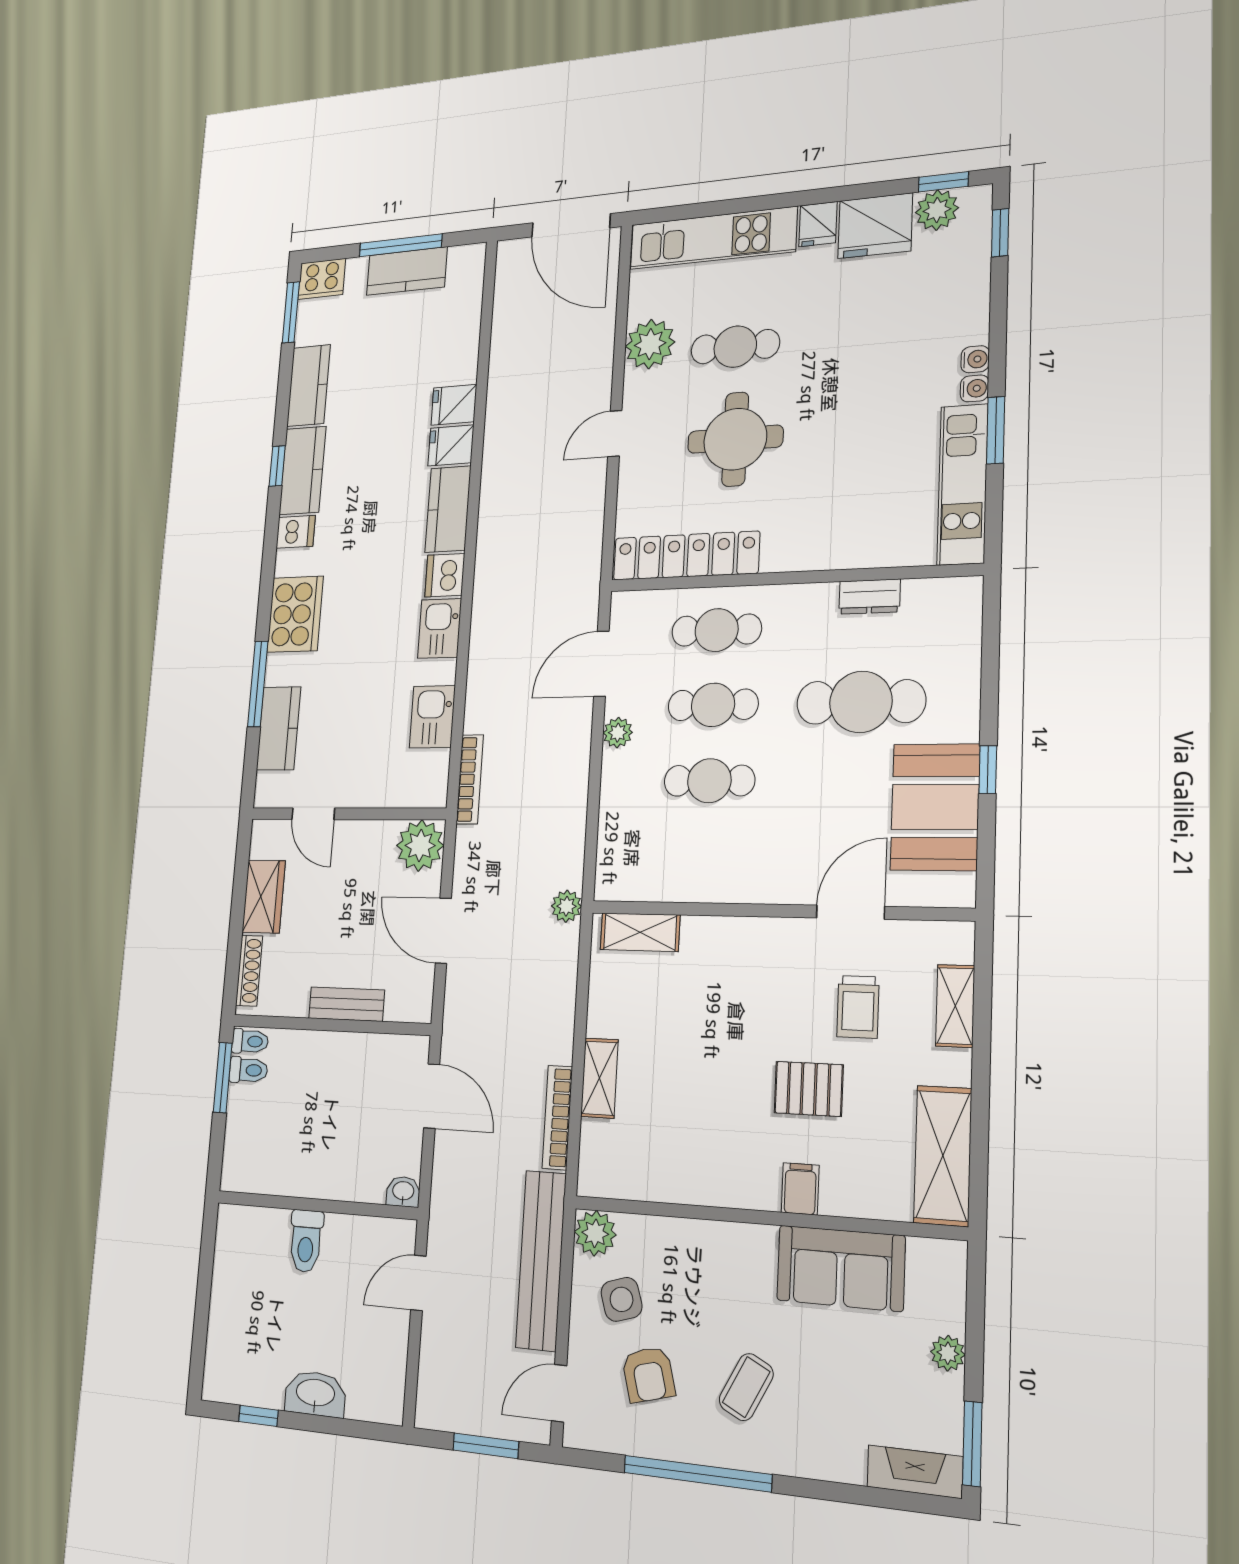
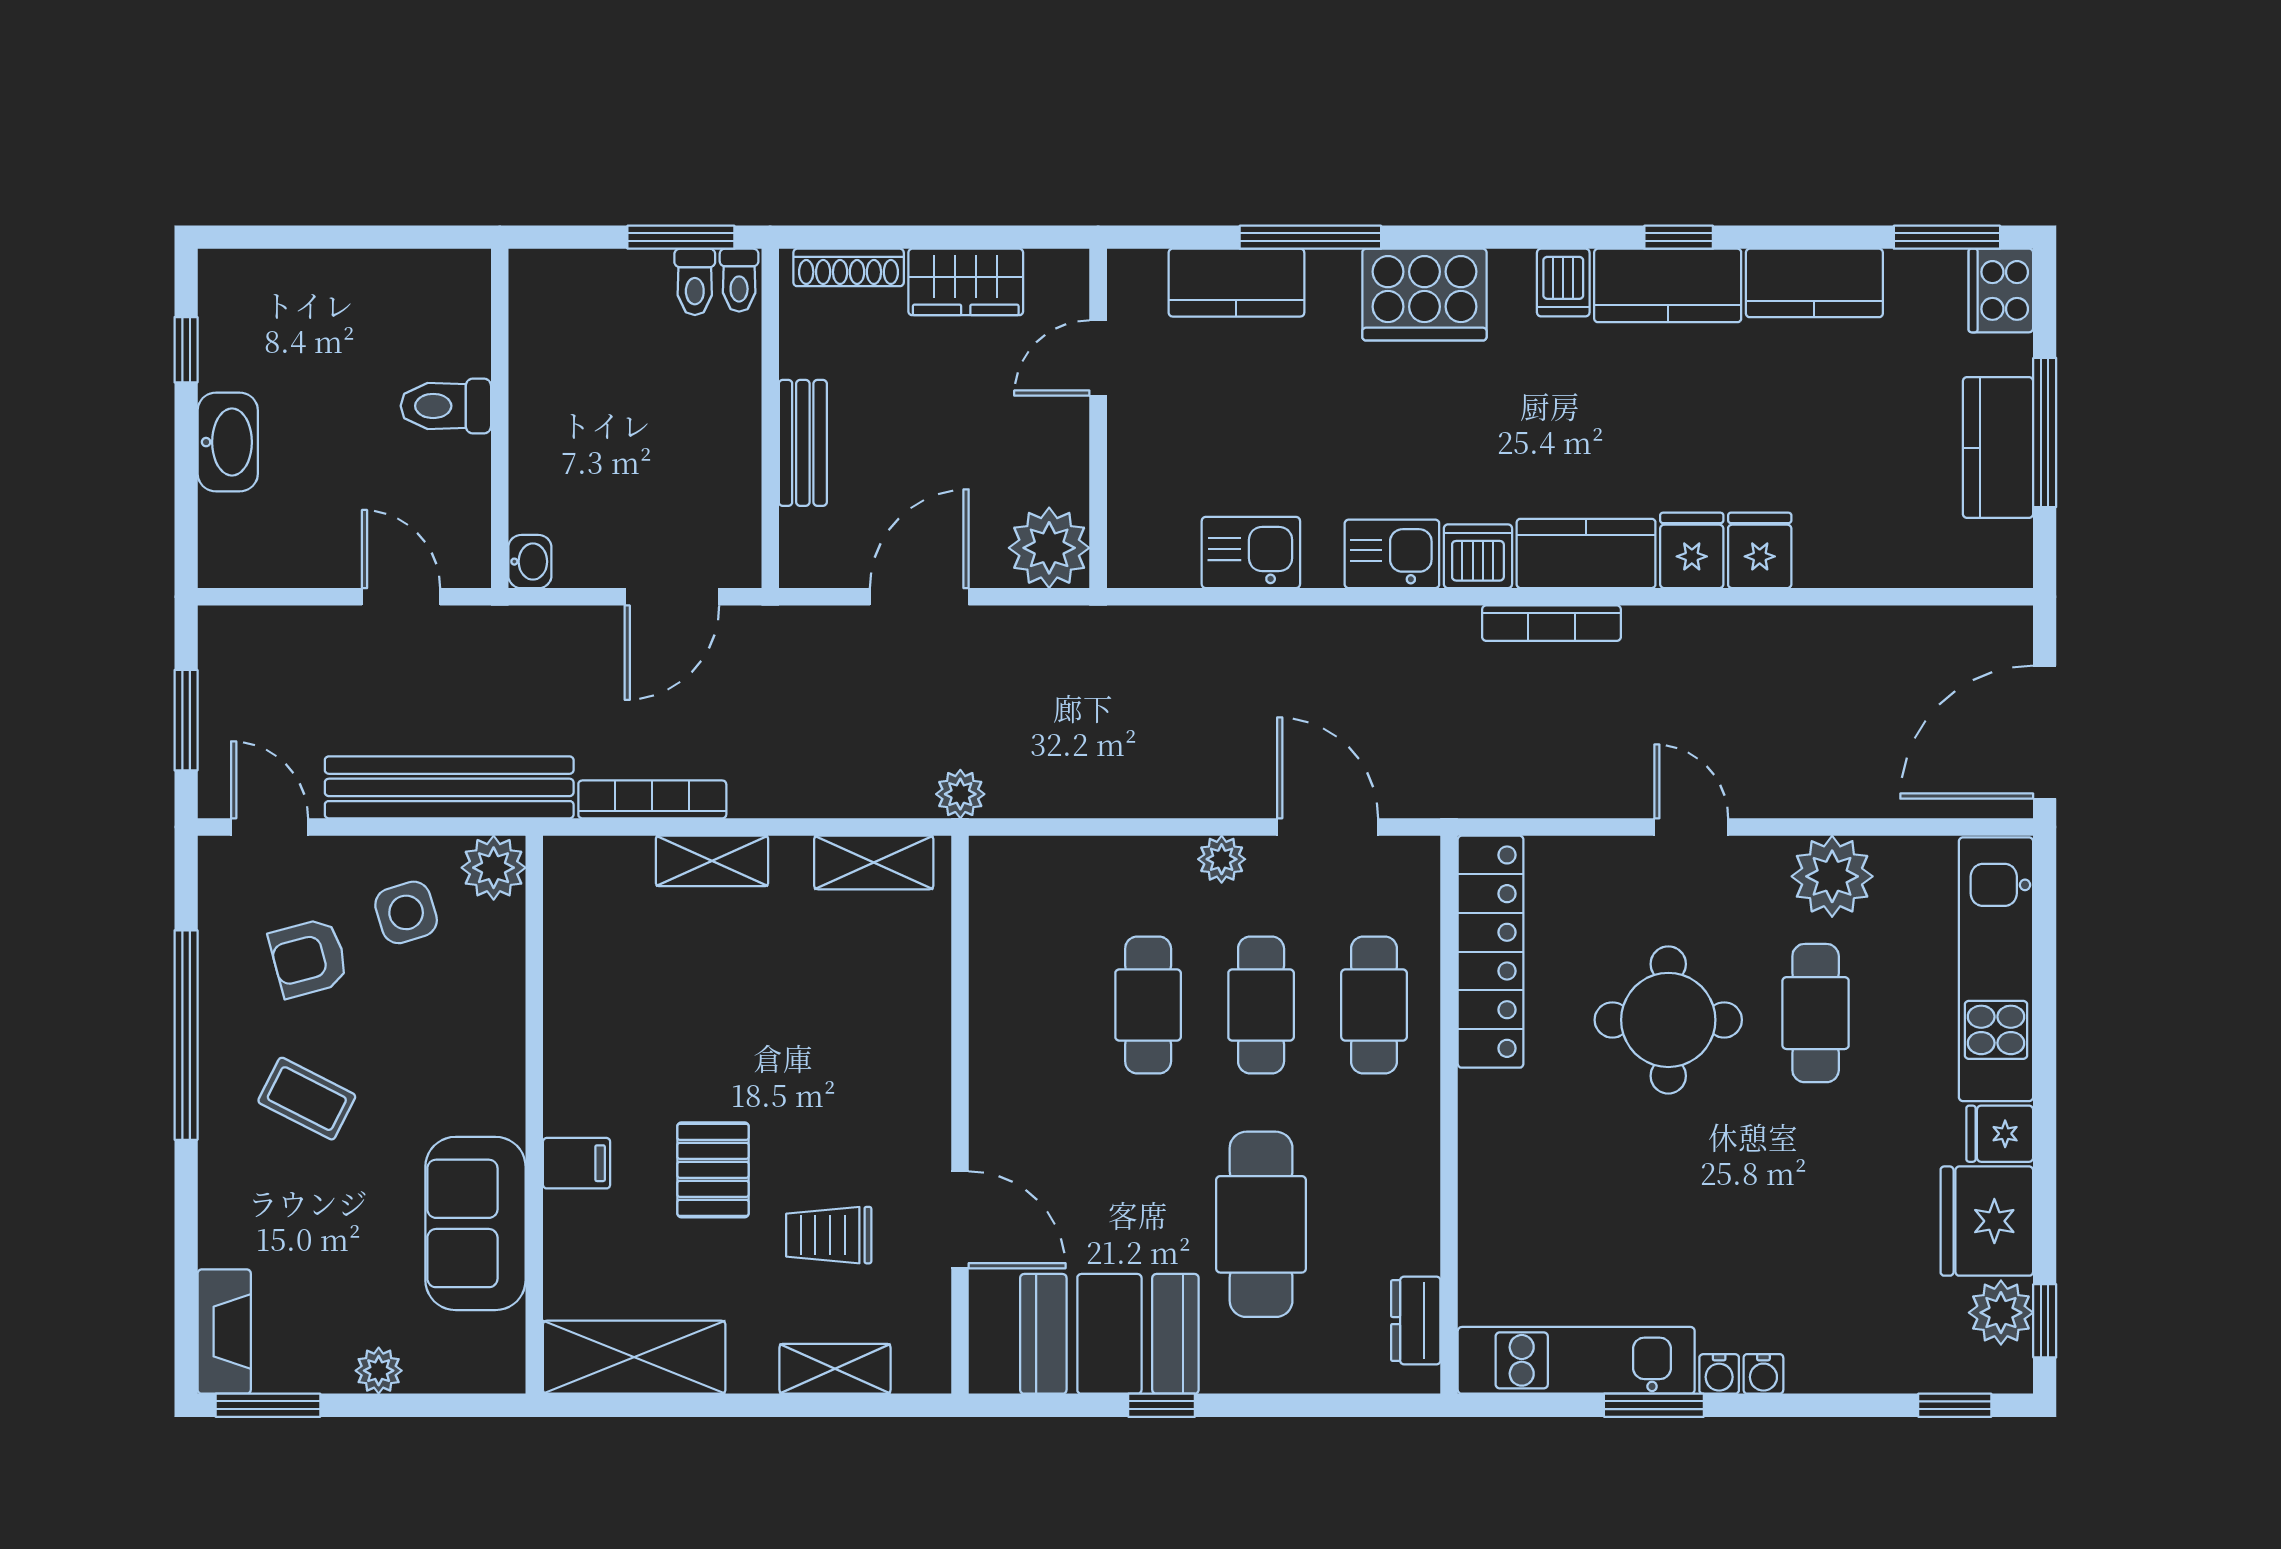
dresser: (870, 597) -> (1416, 1321), moved
bookcase: (470, 779) -> (1552, 623), moved
shelving: (640, 932) -> (874, 862), moved, turned 90

